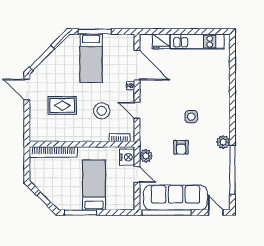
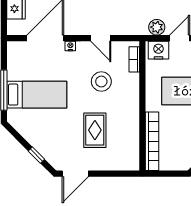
window: (42, 58) -> (36, 155), width x0.46
door: (137, 110) -> (101, 38), hinge flipped

